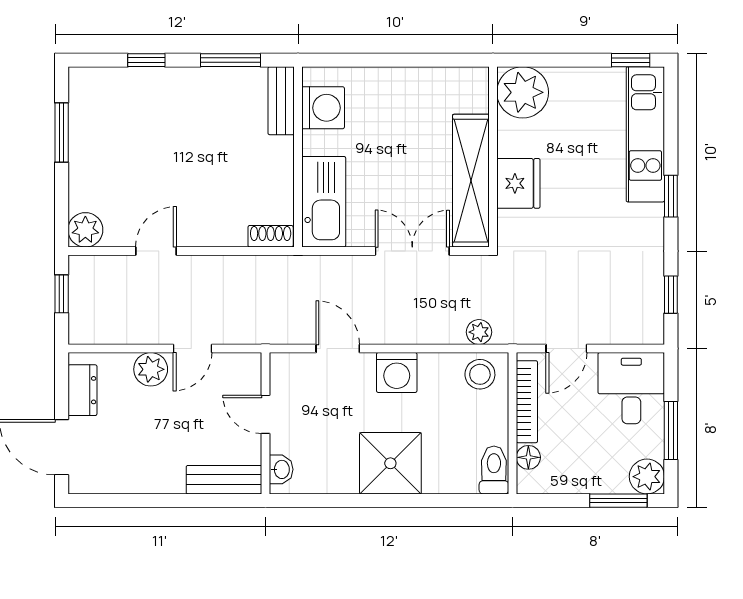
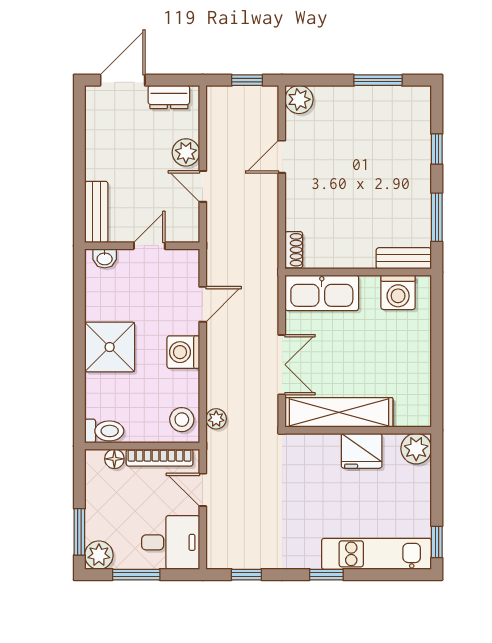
plant: (523, 92) -> (416, 449), width x0.73, depth x0.73
fridge: (518, 183) -> (362, 451), moved
door: (156, 251) -> (282, 157), swing flipped

